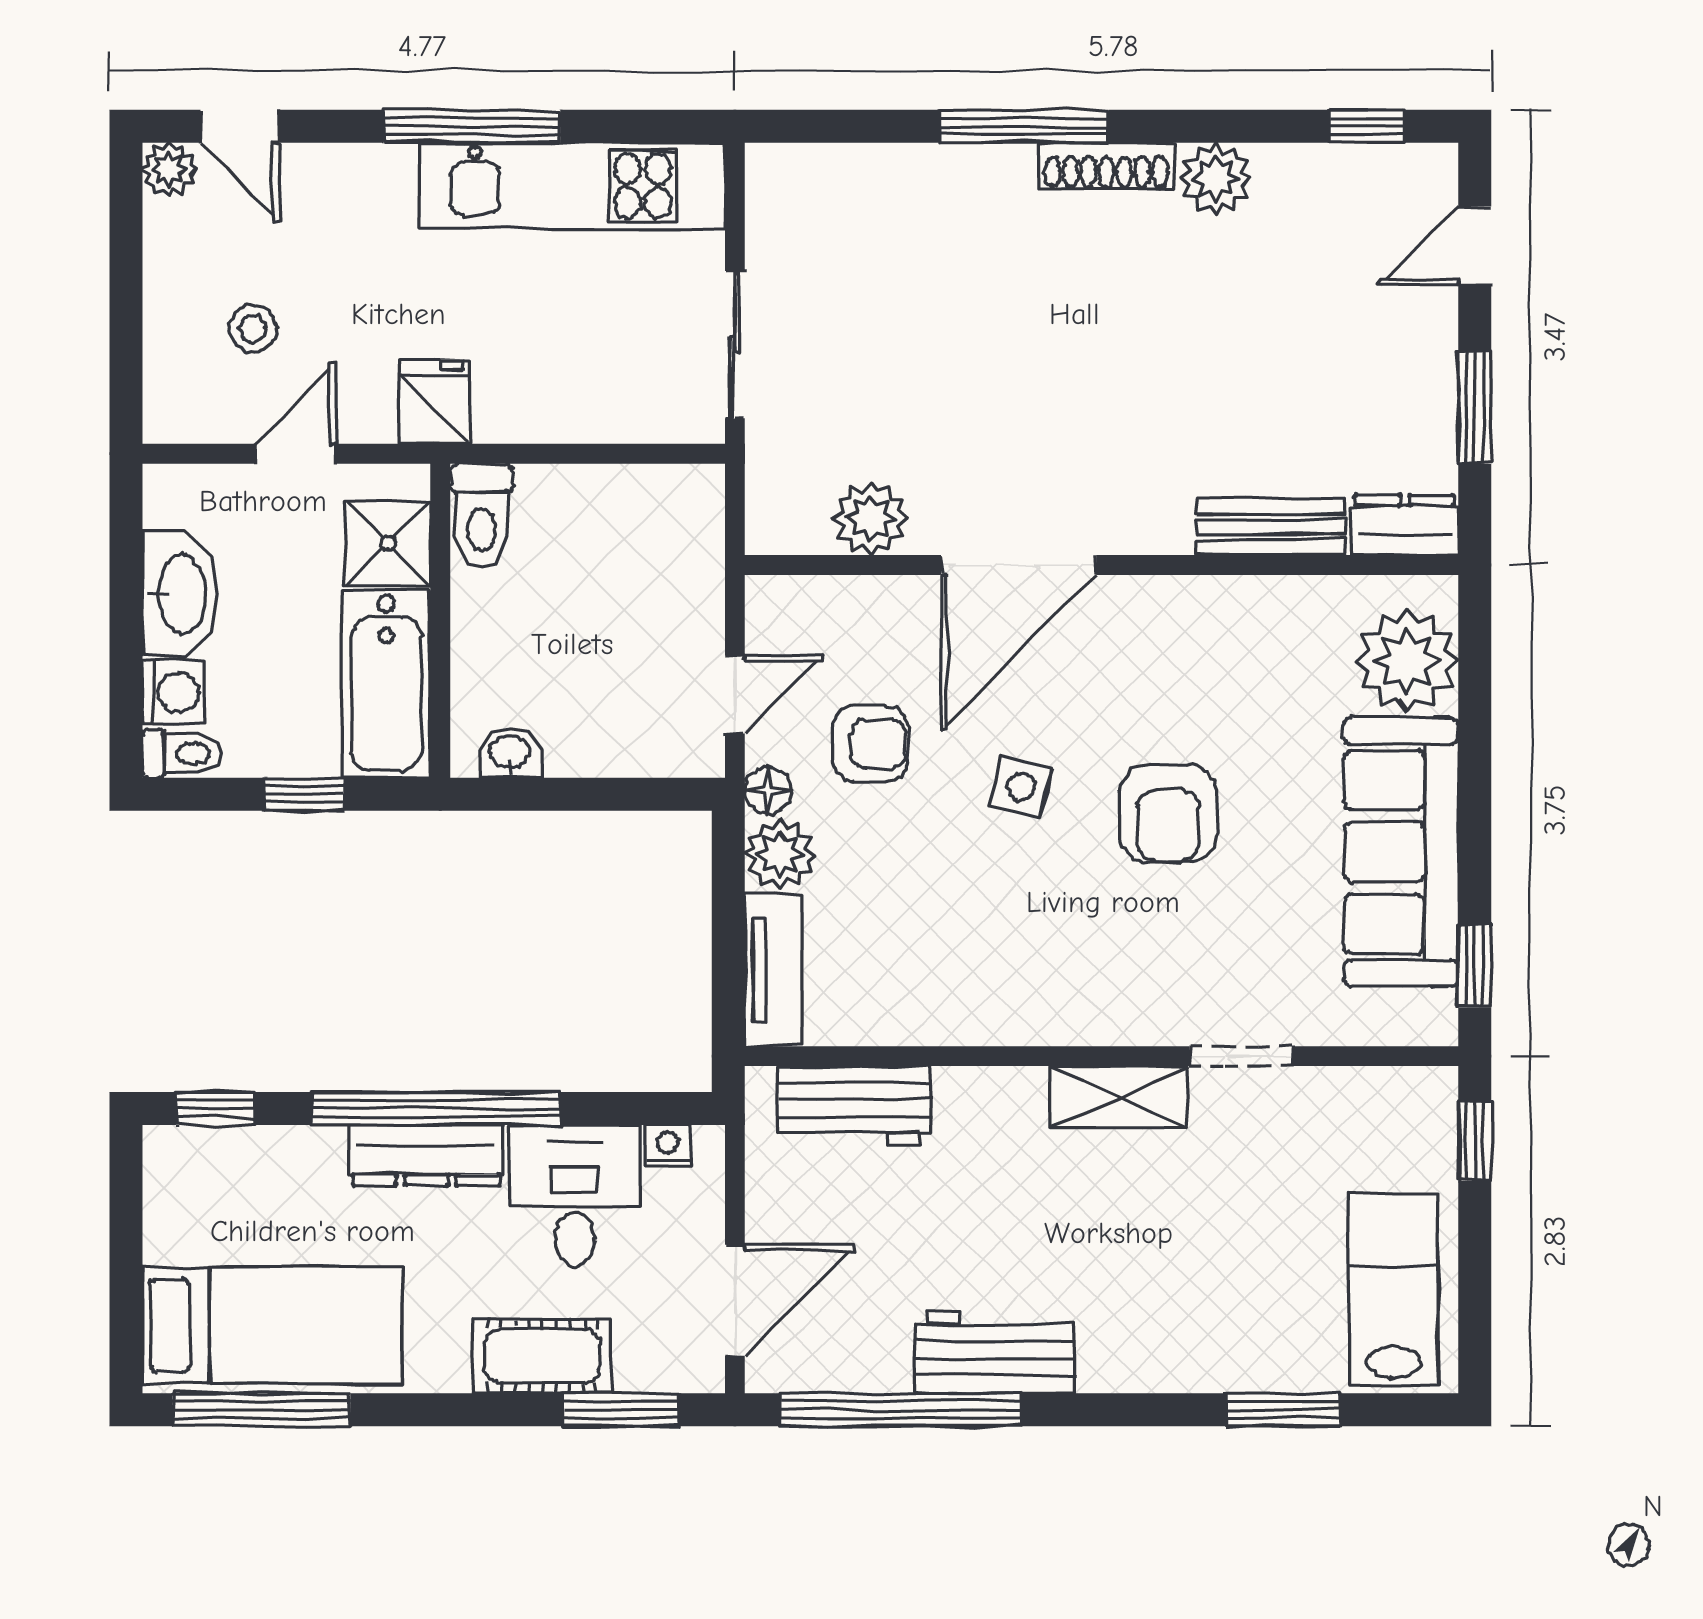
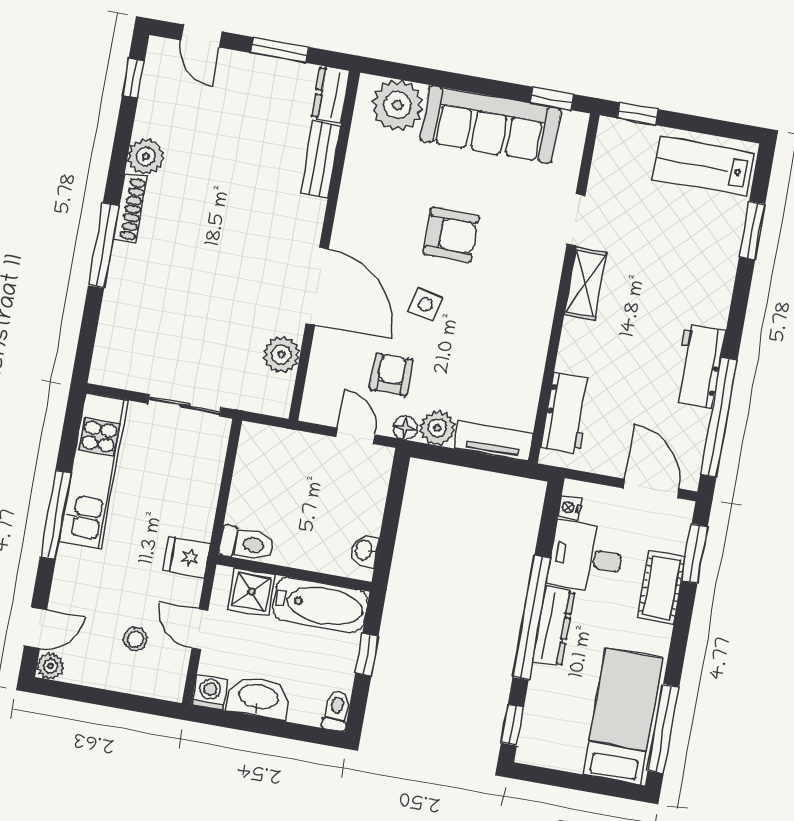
washing machine: (174, 692) -> (210, 692), moved

